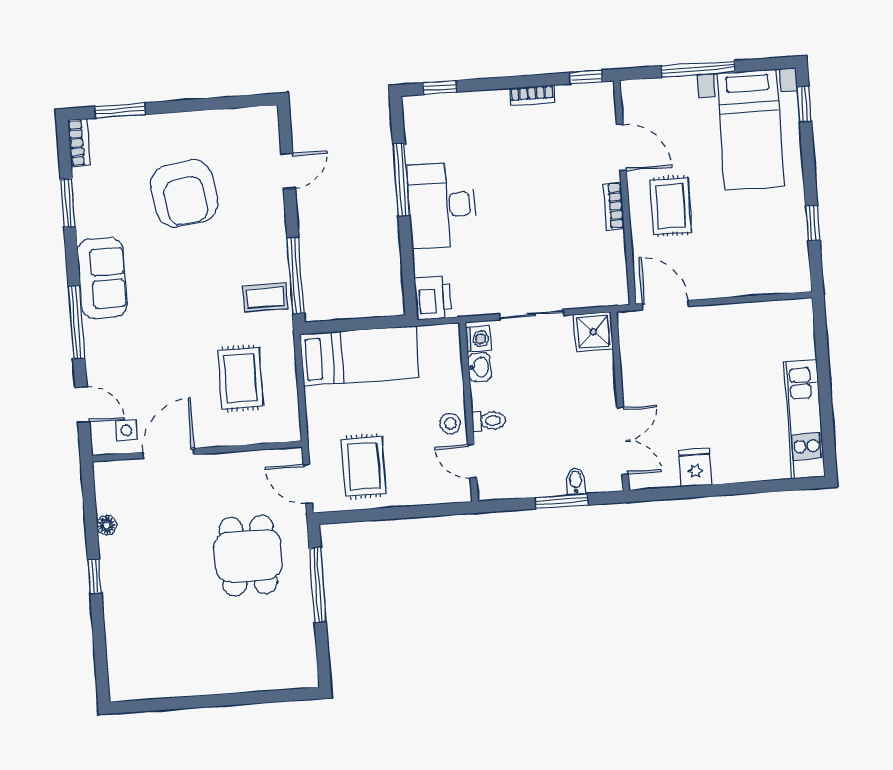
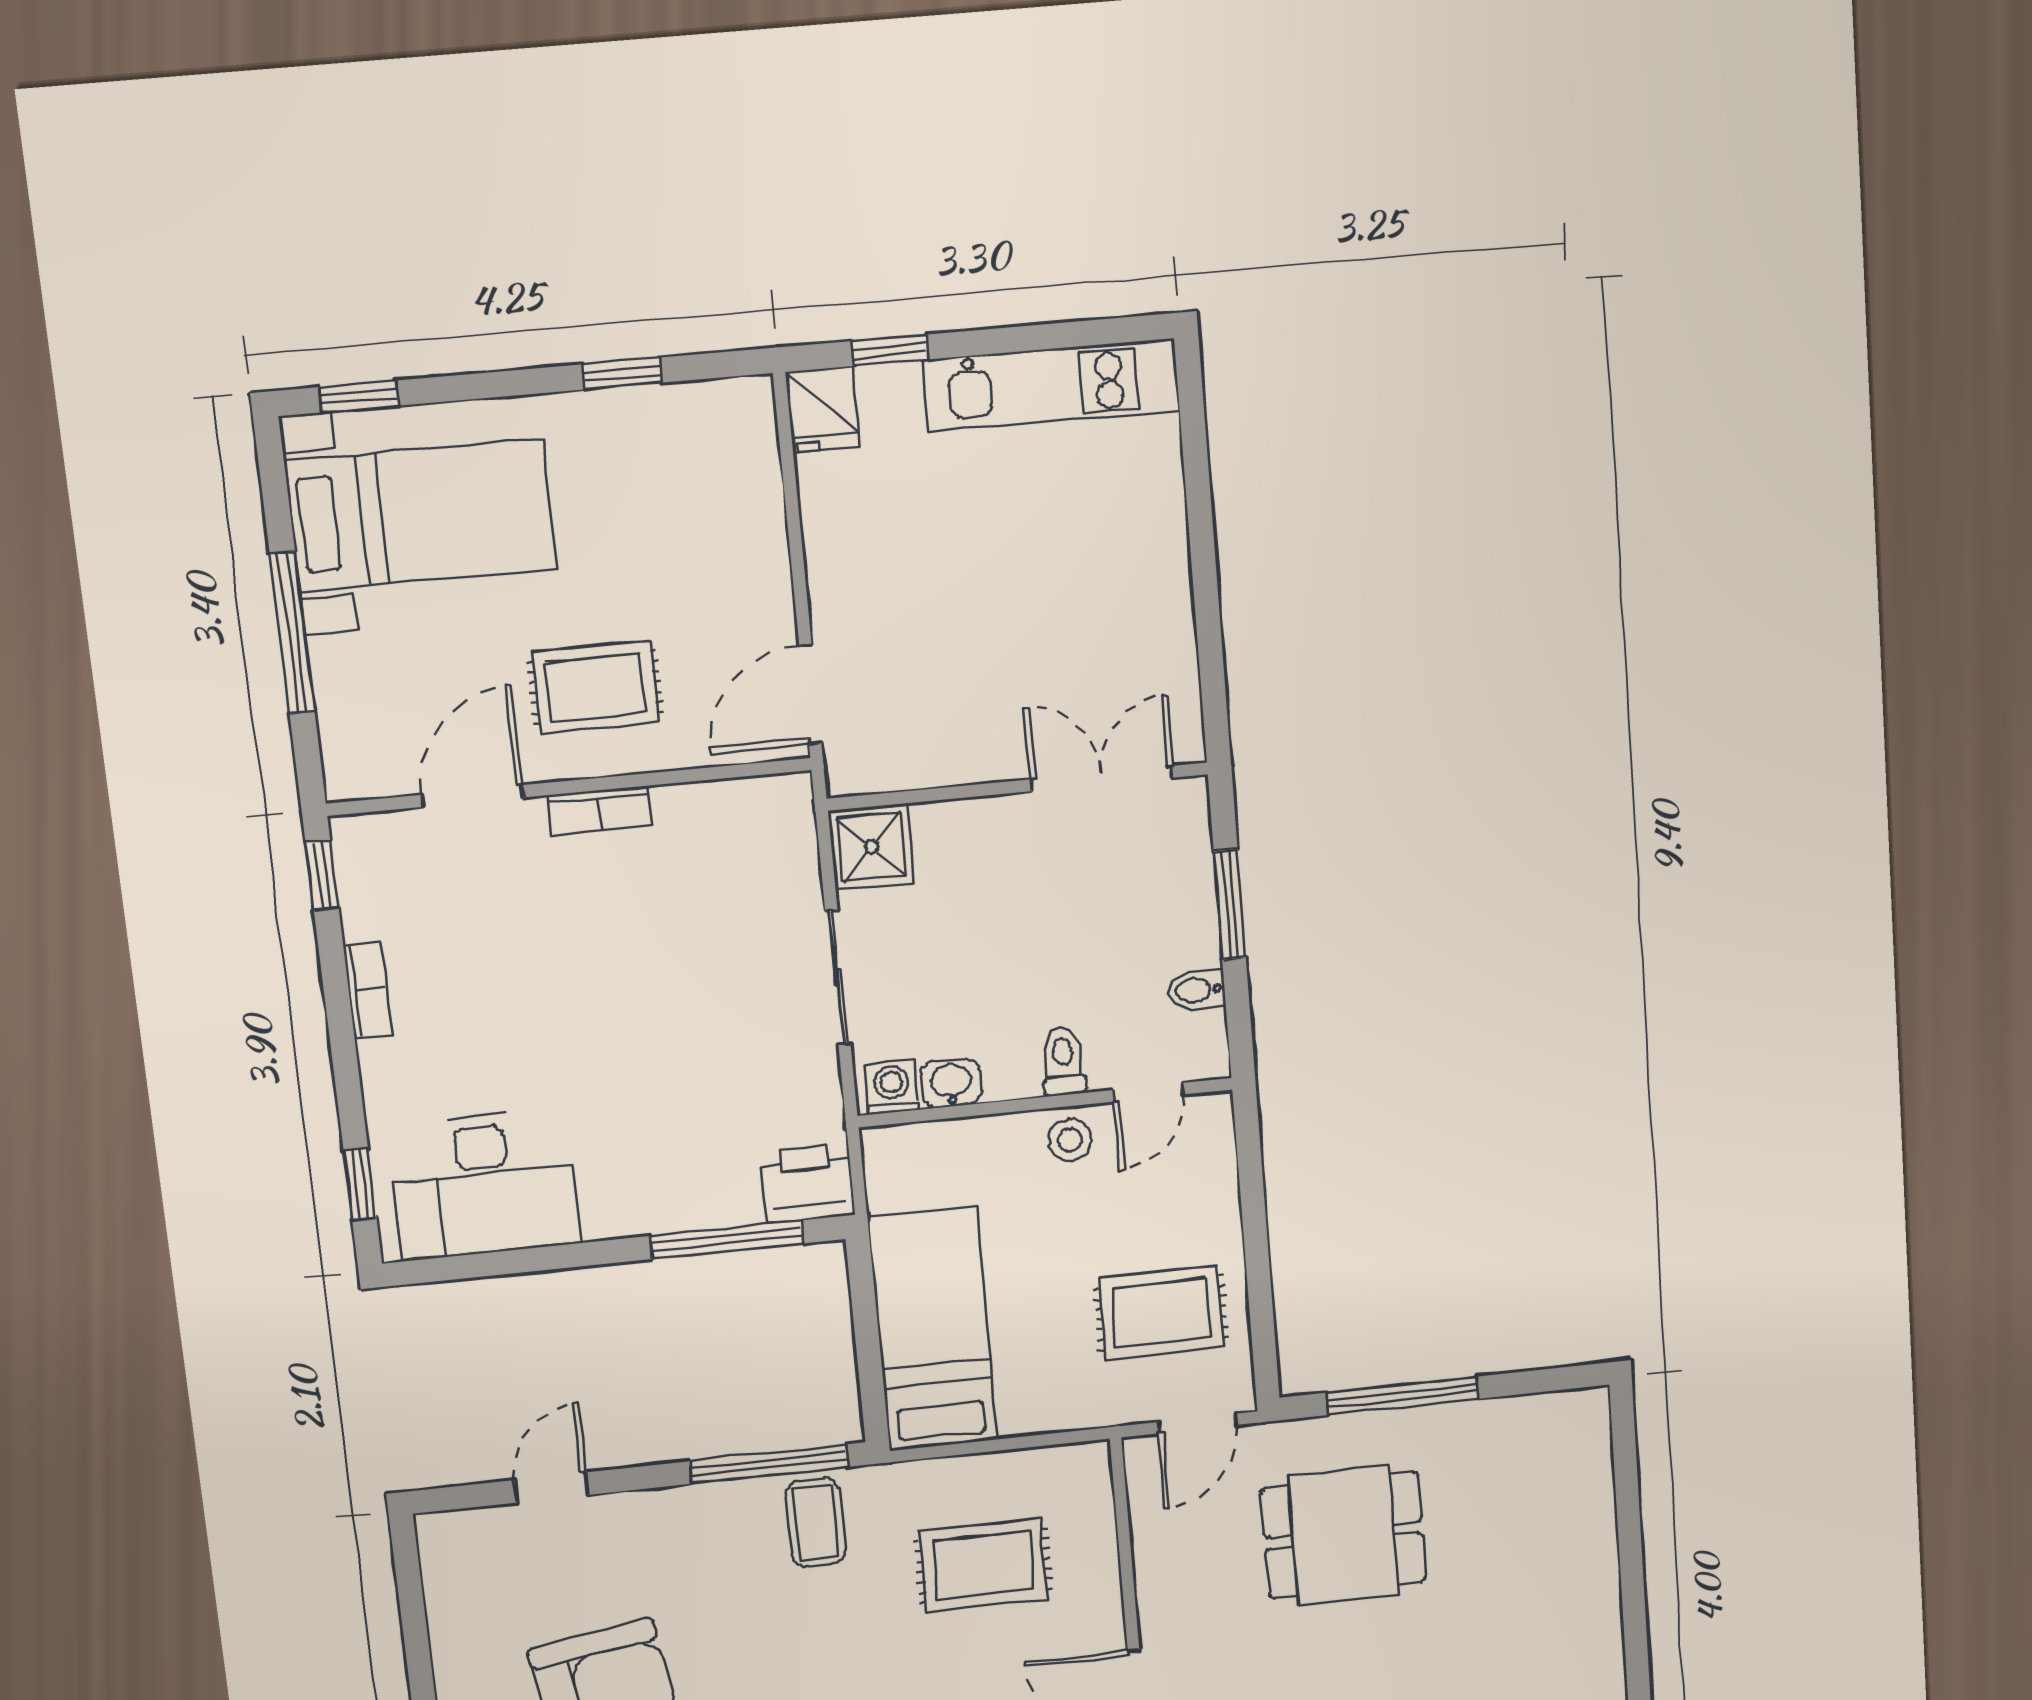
door: (288, 171) -> (551, 1487), hinge flipped
window: (401, 179) -> (727, 1240), moved
desk: (442, 205) -> (484, 1184), moved
window: (822, 346) -> (890, 350), added
fridge: (695, 468) -> (822, 410), moved, turned -90
bidet: (576, 481) -> (1197, 990), moved

